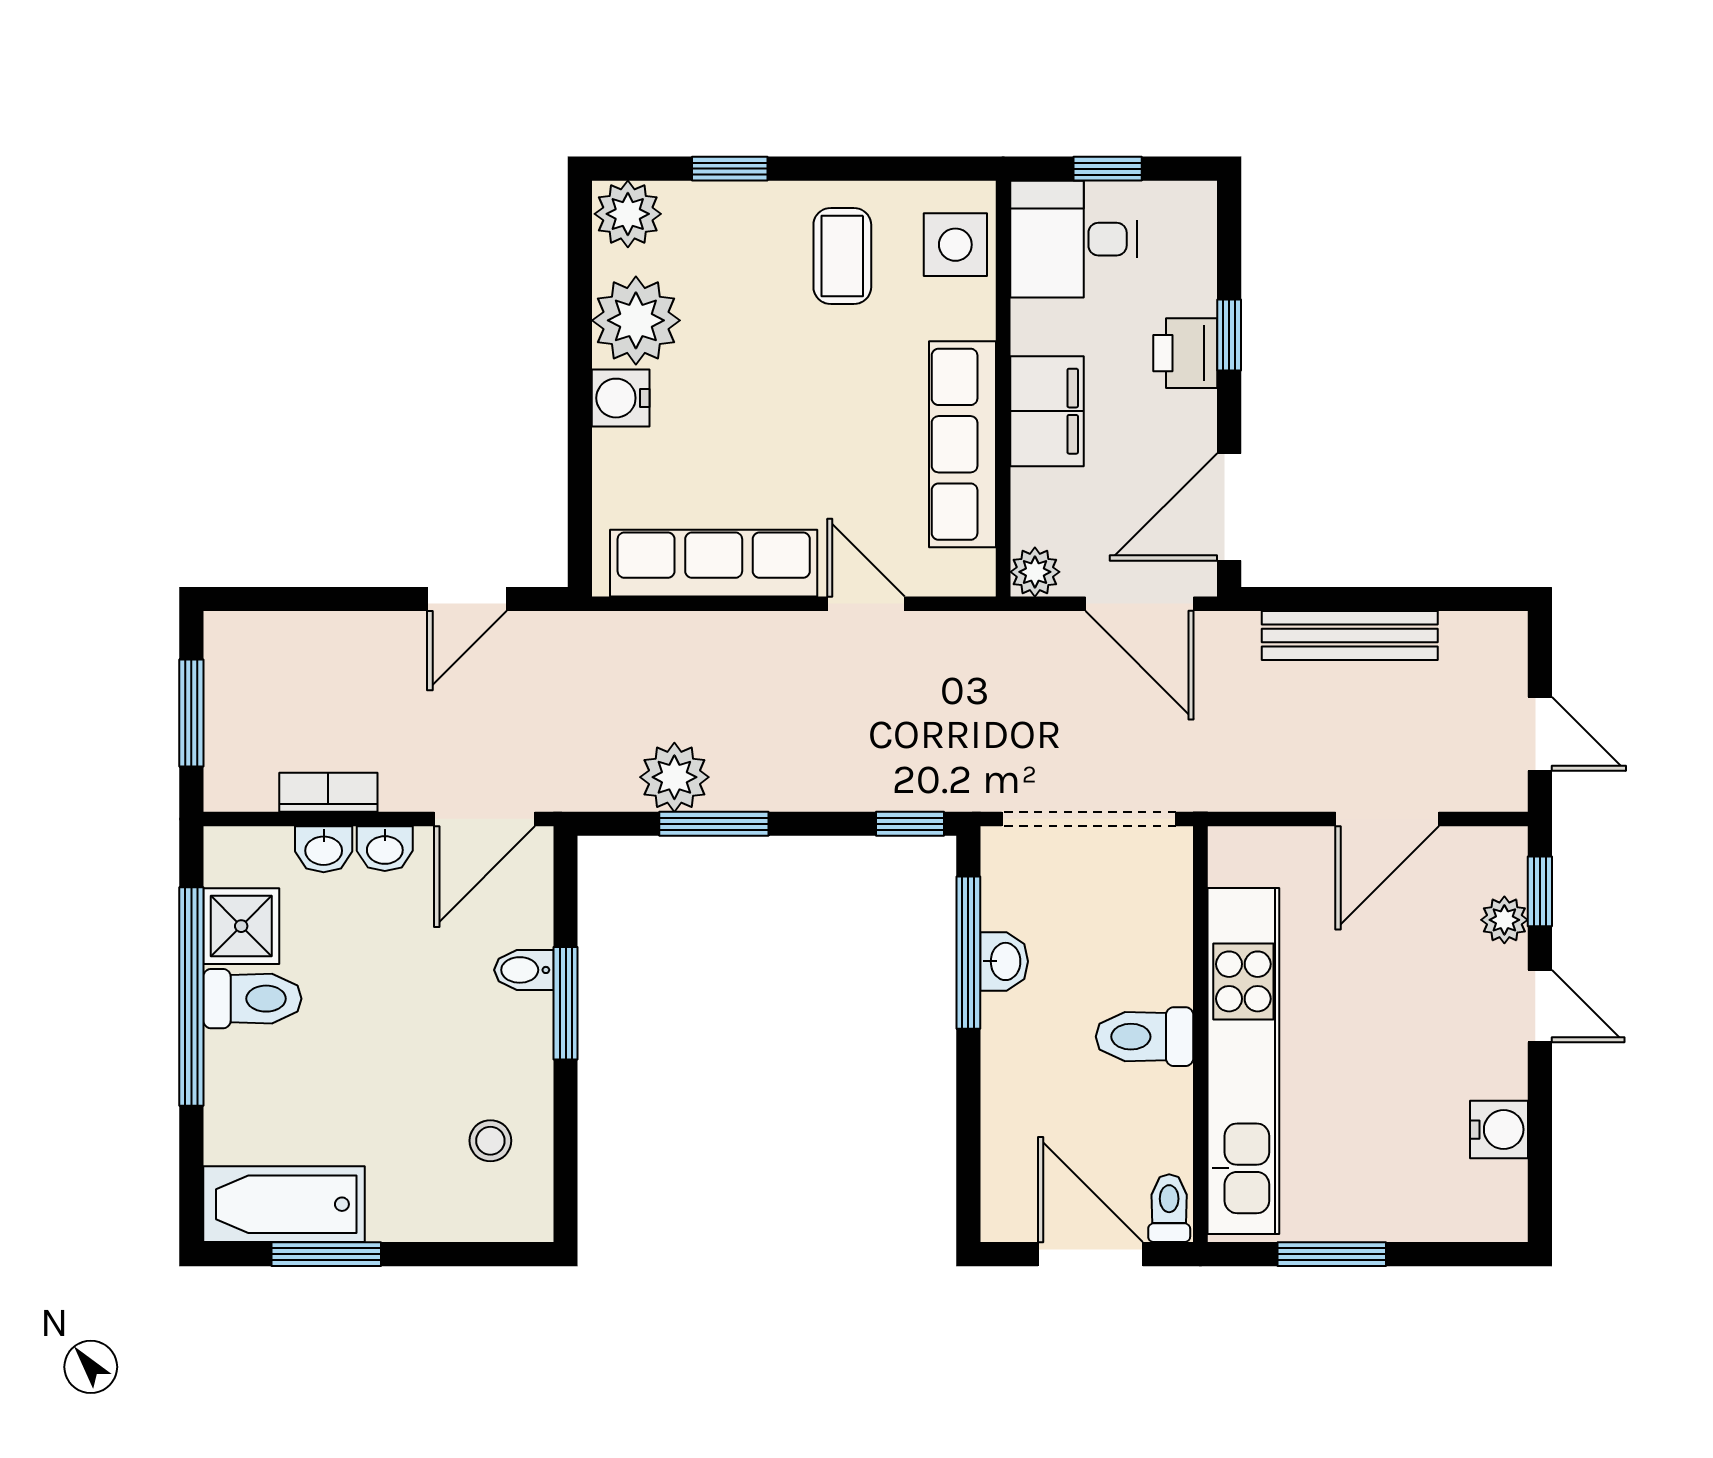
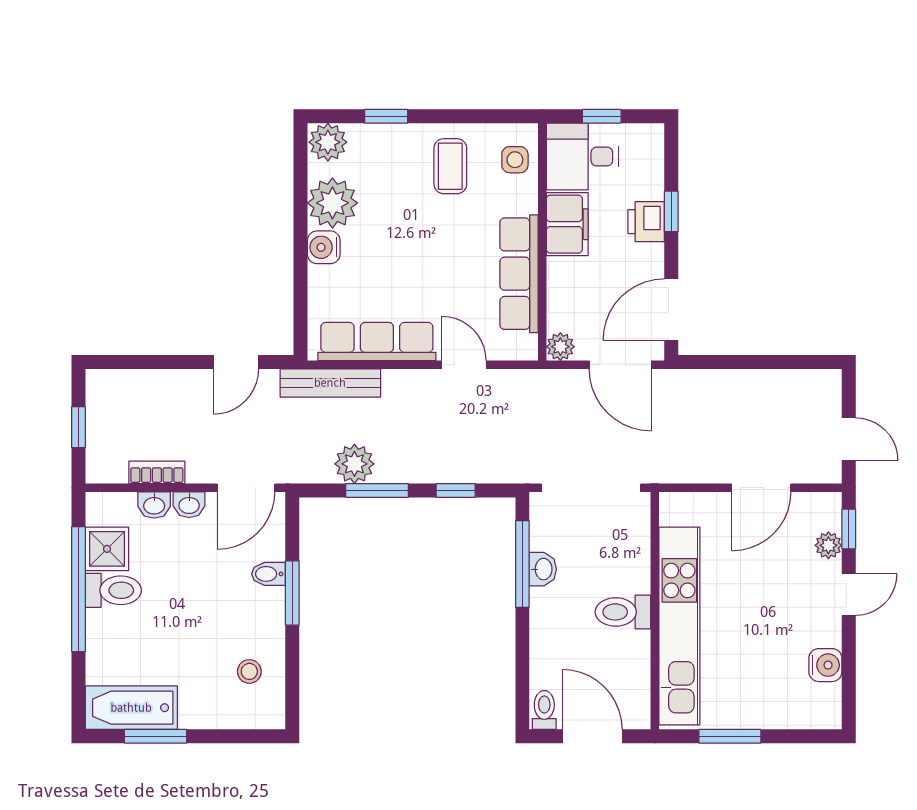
side table: (955, 245) -> (515, 160), width x0.73, depth x0.73
filing cabinet: (1047, 411) -> (567, 224), moved
bench: (1350, 636) -> (330, 383), moved
window: (191, 713) -> (79, 427), width x0.67
window: (910, 824) -> (456, 490), moved
door: (1540, 1006) -> (849, 595), hinge flipped
toilet: (1169, 1208) -> (544, 710), moved

